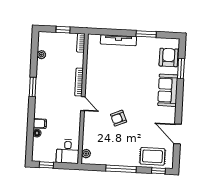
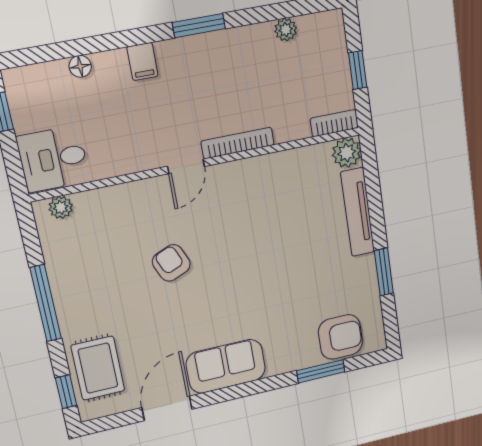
plant: (94, 40) -> (347, 153), added
sofa: (168, 90) -> (226, 366), moved
filing cabinet: (40, 124) -> (142, 62), moved

